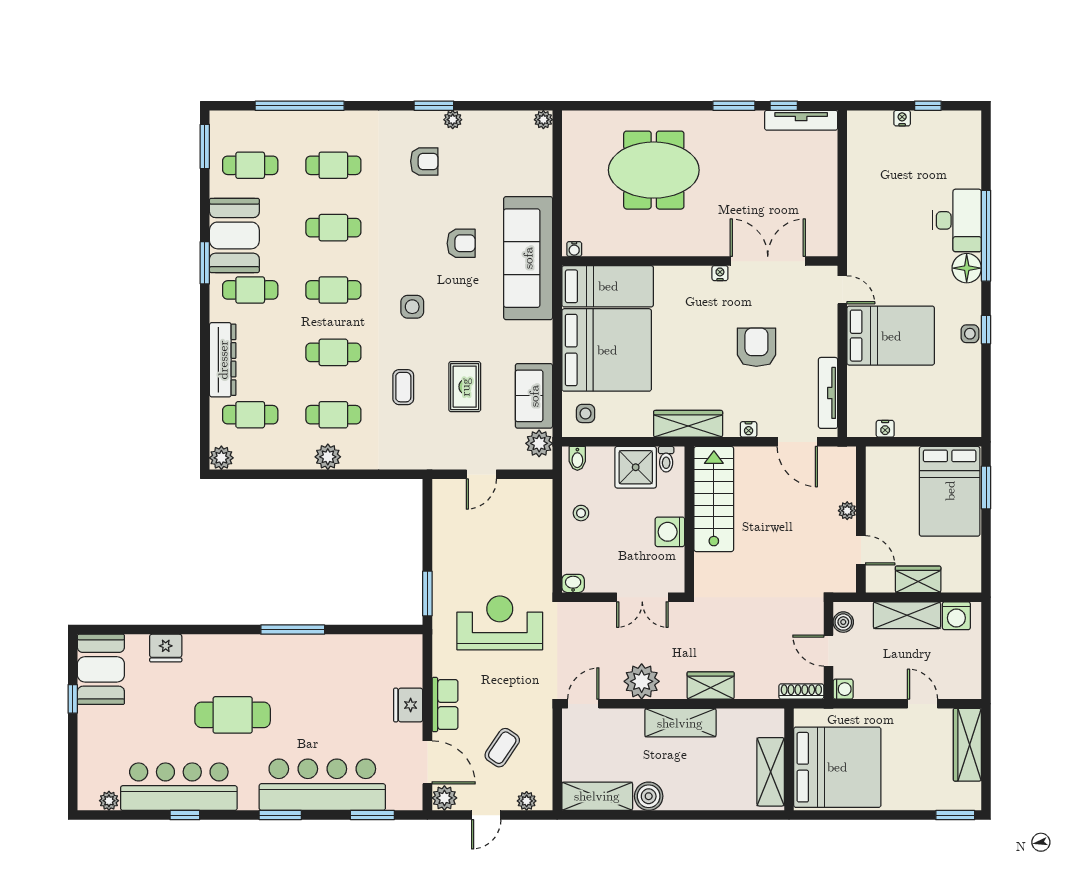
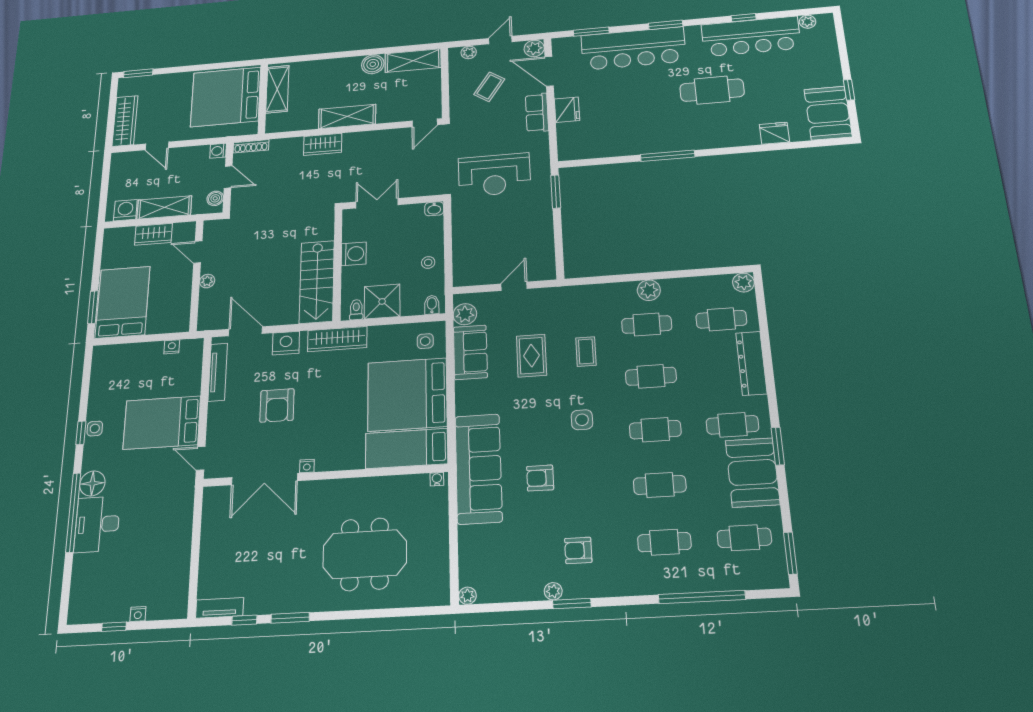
tv unit: (801, 120) -> (220, 608), width x0.71
nightstand: (749, 429) -> (286, 343), width x1.89, depth x1.79
plant: (642, 681) -> (378, 143), removed

